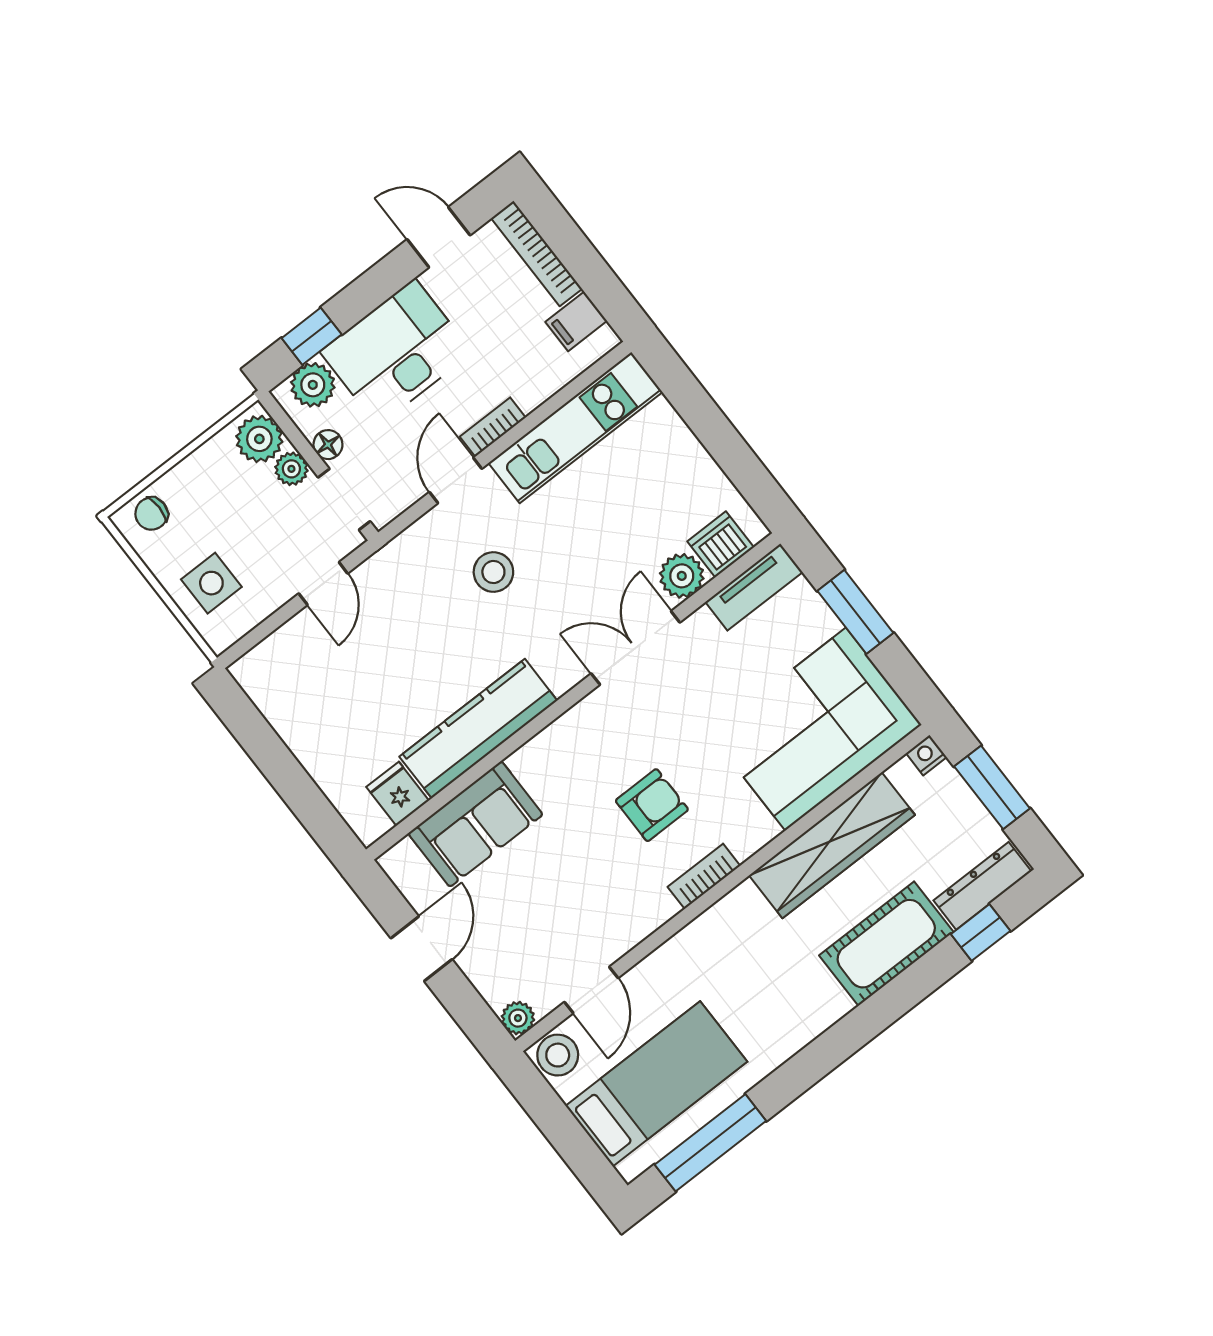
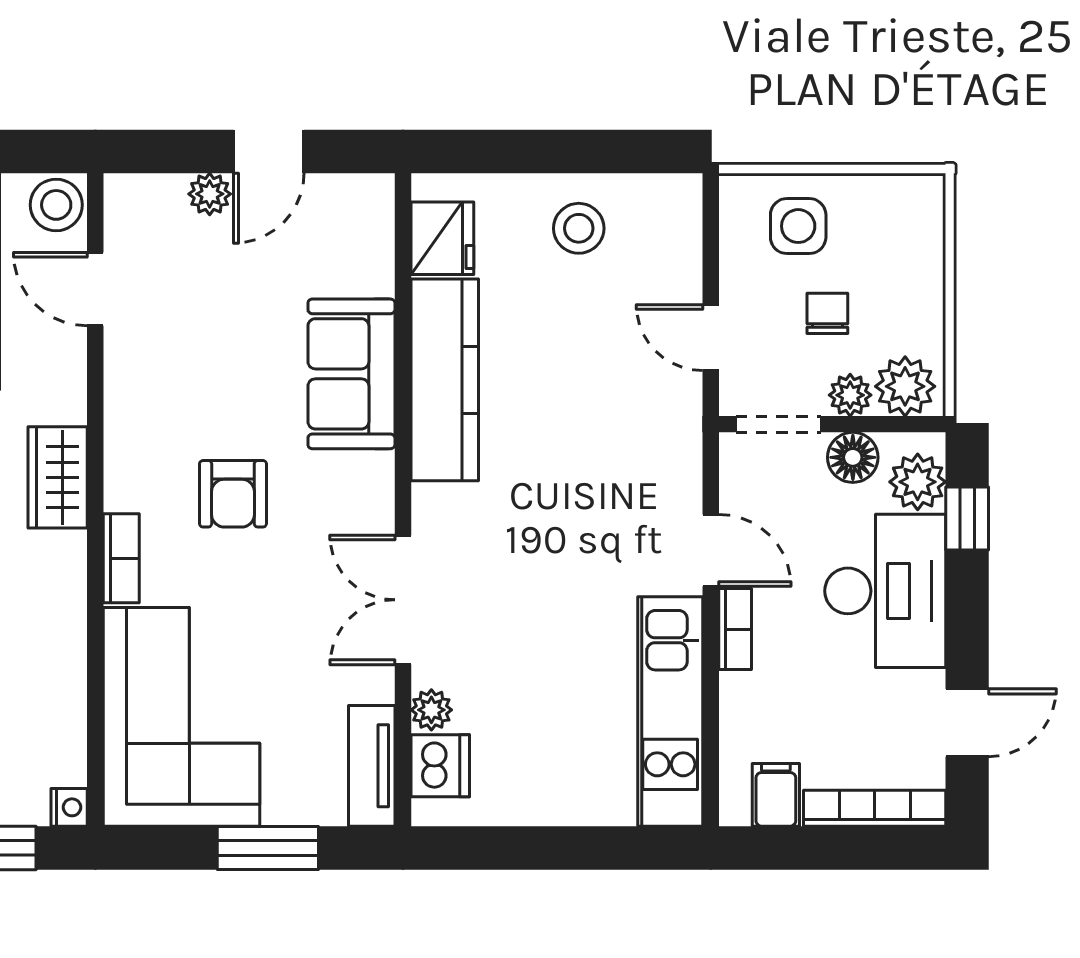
floor lamp: (328, 445) -> (853, 457), width x1.37, depth x1.37
chair: (151, 514) -> (827, 313), moved
stool: (493, 572) -> (579, 228), moved
plant: (682, 576) -> (431, 710), width x0.73, depth x0.73
double door: (636, 648) -> (403, 600), swing flipped
fridge: (398, 794) -> (442, 238), width x1.38
sofa: (475, 824) -> (351, 374), moved
wardrobe: (832, 845) -> (58, 477), moved, width x0.48, depth x0.85
bookcase: (704, 876) -> (121, 558), moved
door: (421, 949) -> (269, 151), hinge flipped
plant: (518, 1018) -> (210, 194), moved

